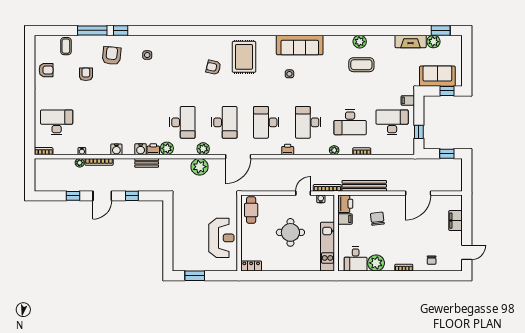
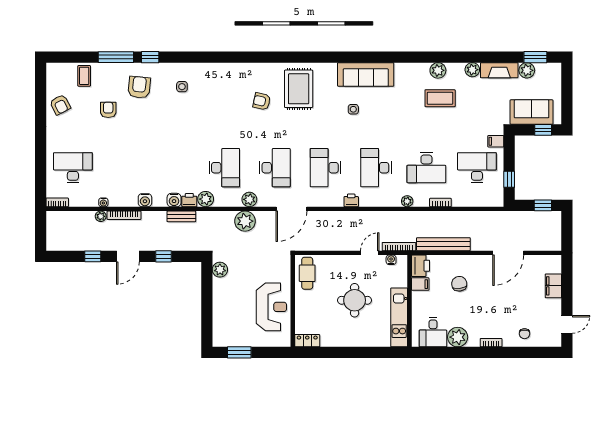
plant: (388, 41) -> (472, 70), added
armchair: (46, 70) -> (60, 105), turned 63
plant: (179, 207) -> (220, 270), added

